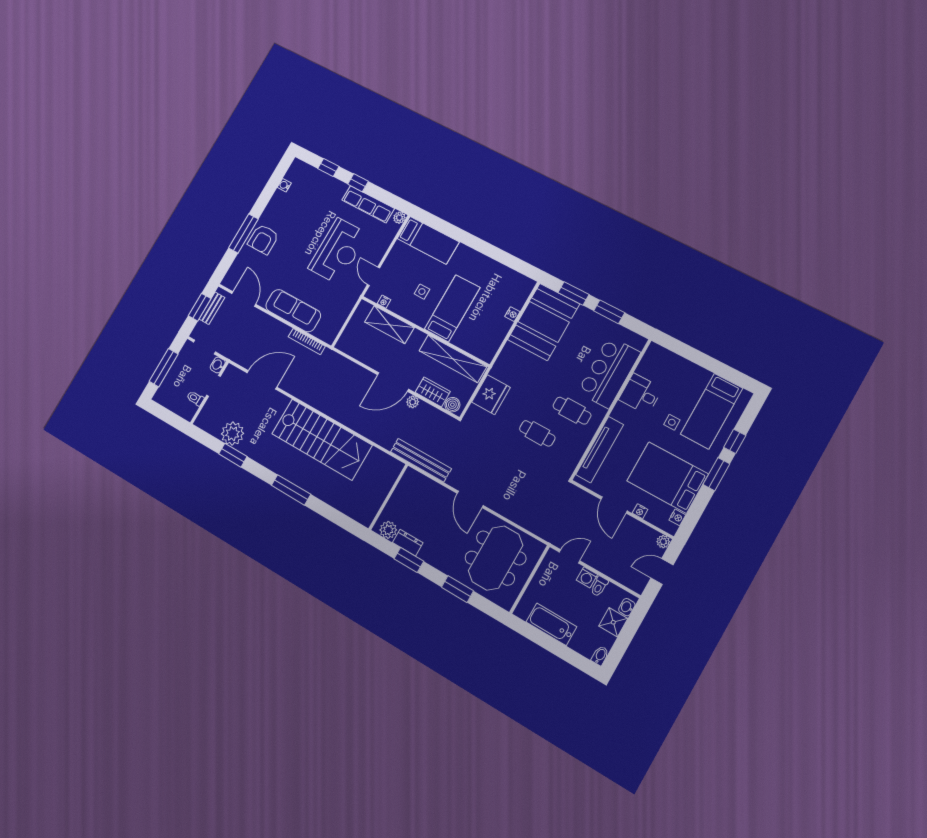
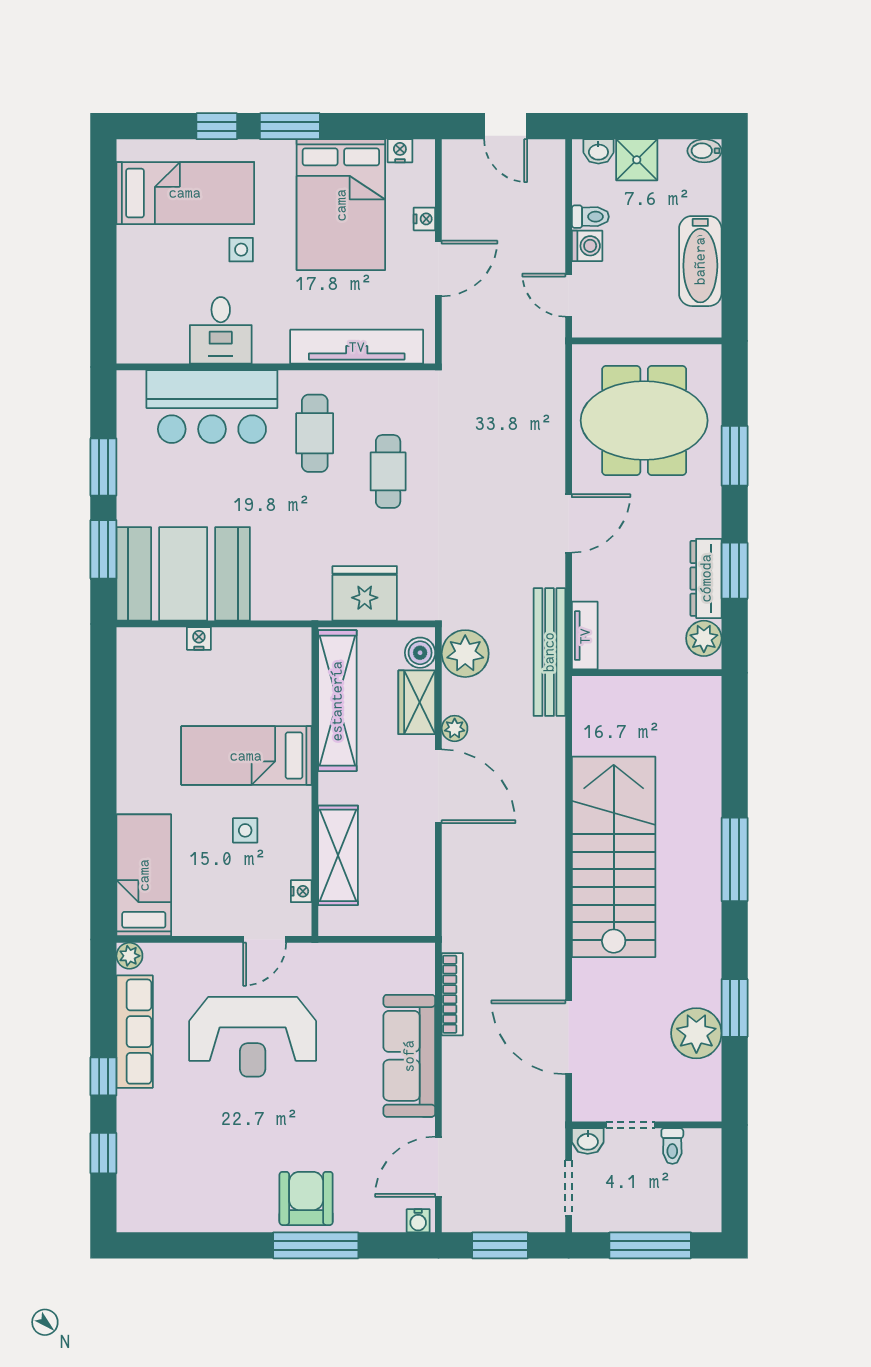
water cooler: (284, 185) -> (418, 1221), moved
armchair: (263, 239) -> (306, 1198), turned -90
reception desk: (338, 251) -> (253, 1037), turned 180
bench: (212, 308) -> (489, 1219), removed
tv unit: (419, 479) -> (585, 636), added
plant: (663, 542) -> (465, 654), moved, width x1.87, depth x1.87
dresser: (408, 543) -> (706, 578), width x1.44

